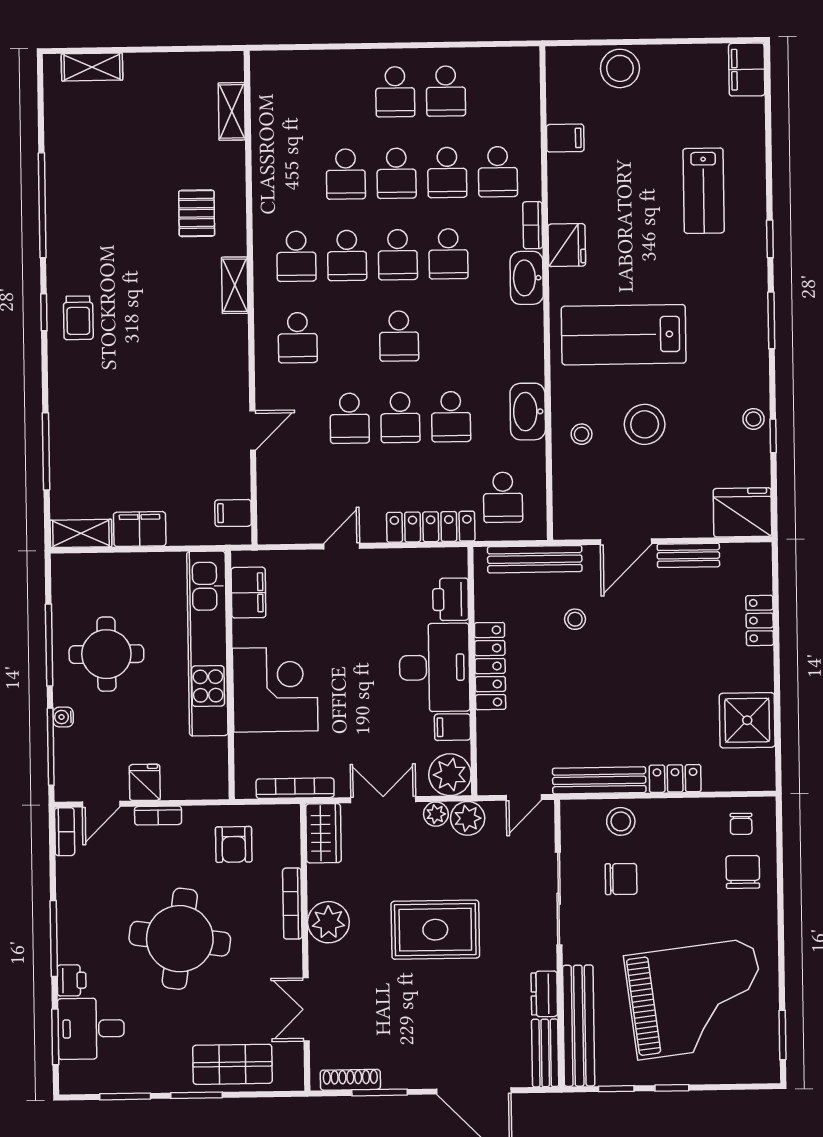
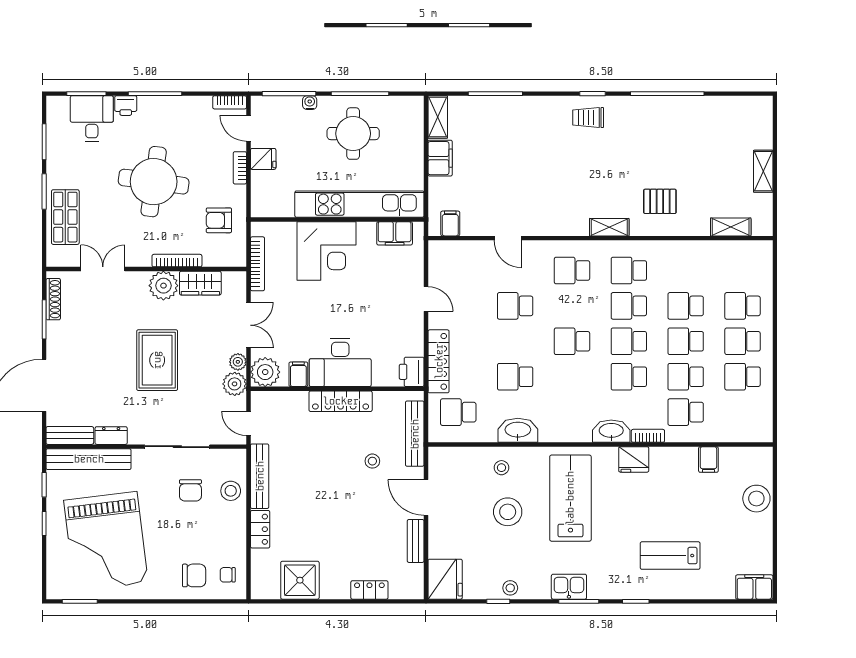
shelving: (92, 67) -> (763, 171), moved
kitchen sink: (750, 335) -> (569, 587), added
school desk: (400, 417) -> (743, 306), moved
printer: (451, 599) -> (412, 372), moved, turned -90
wardrobe: (323, 833) -> (200, 283), moved

